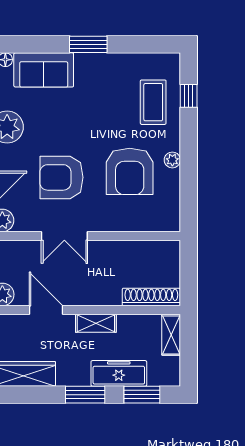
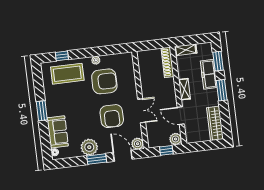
coffee table: (153, 102) -> (67, 74), width x1.36, depth x1.32
door: (46, 310) -> (181, 116), hinge flipped

